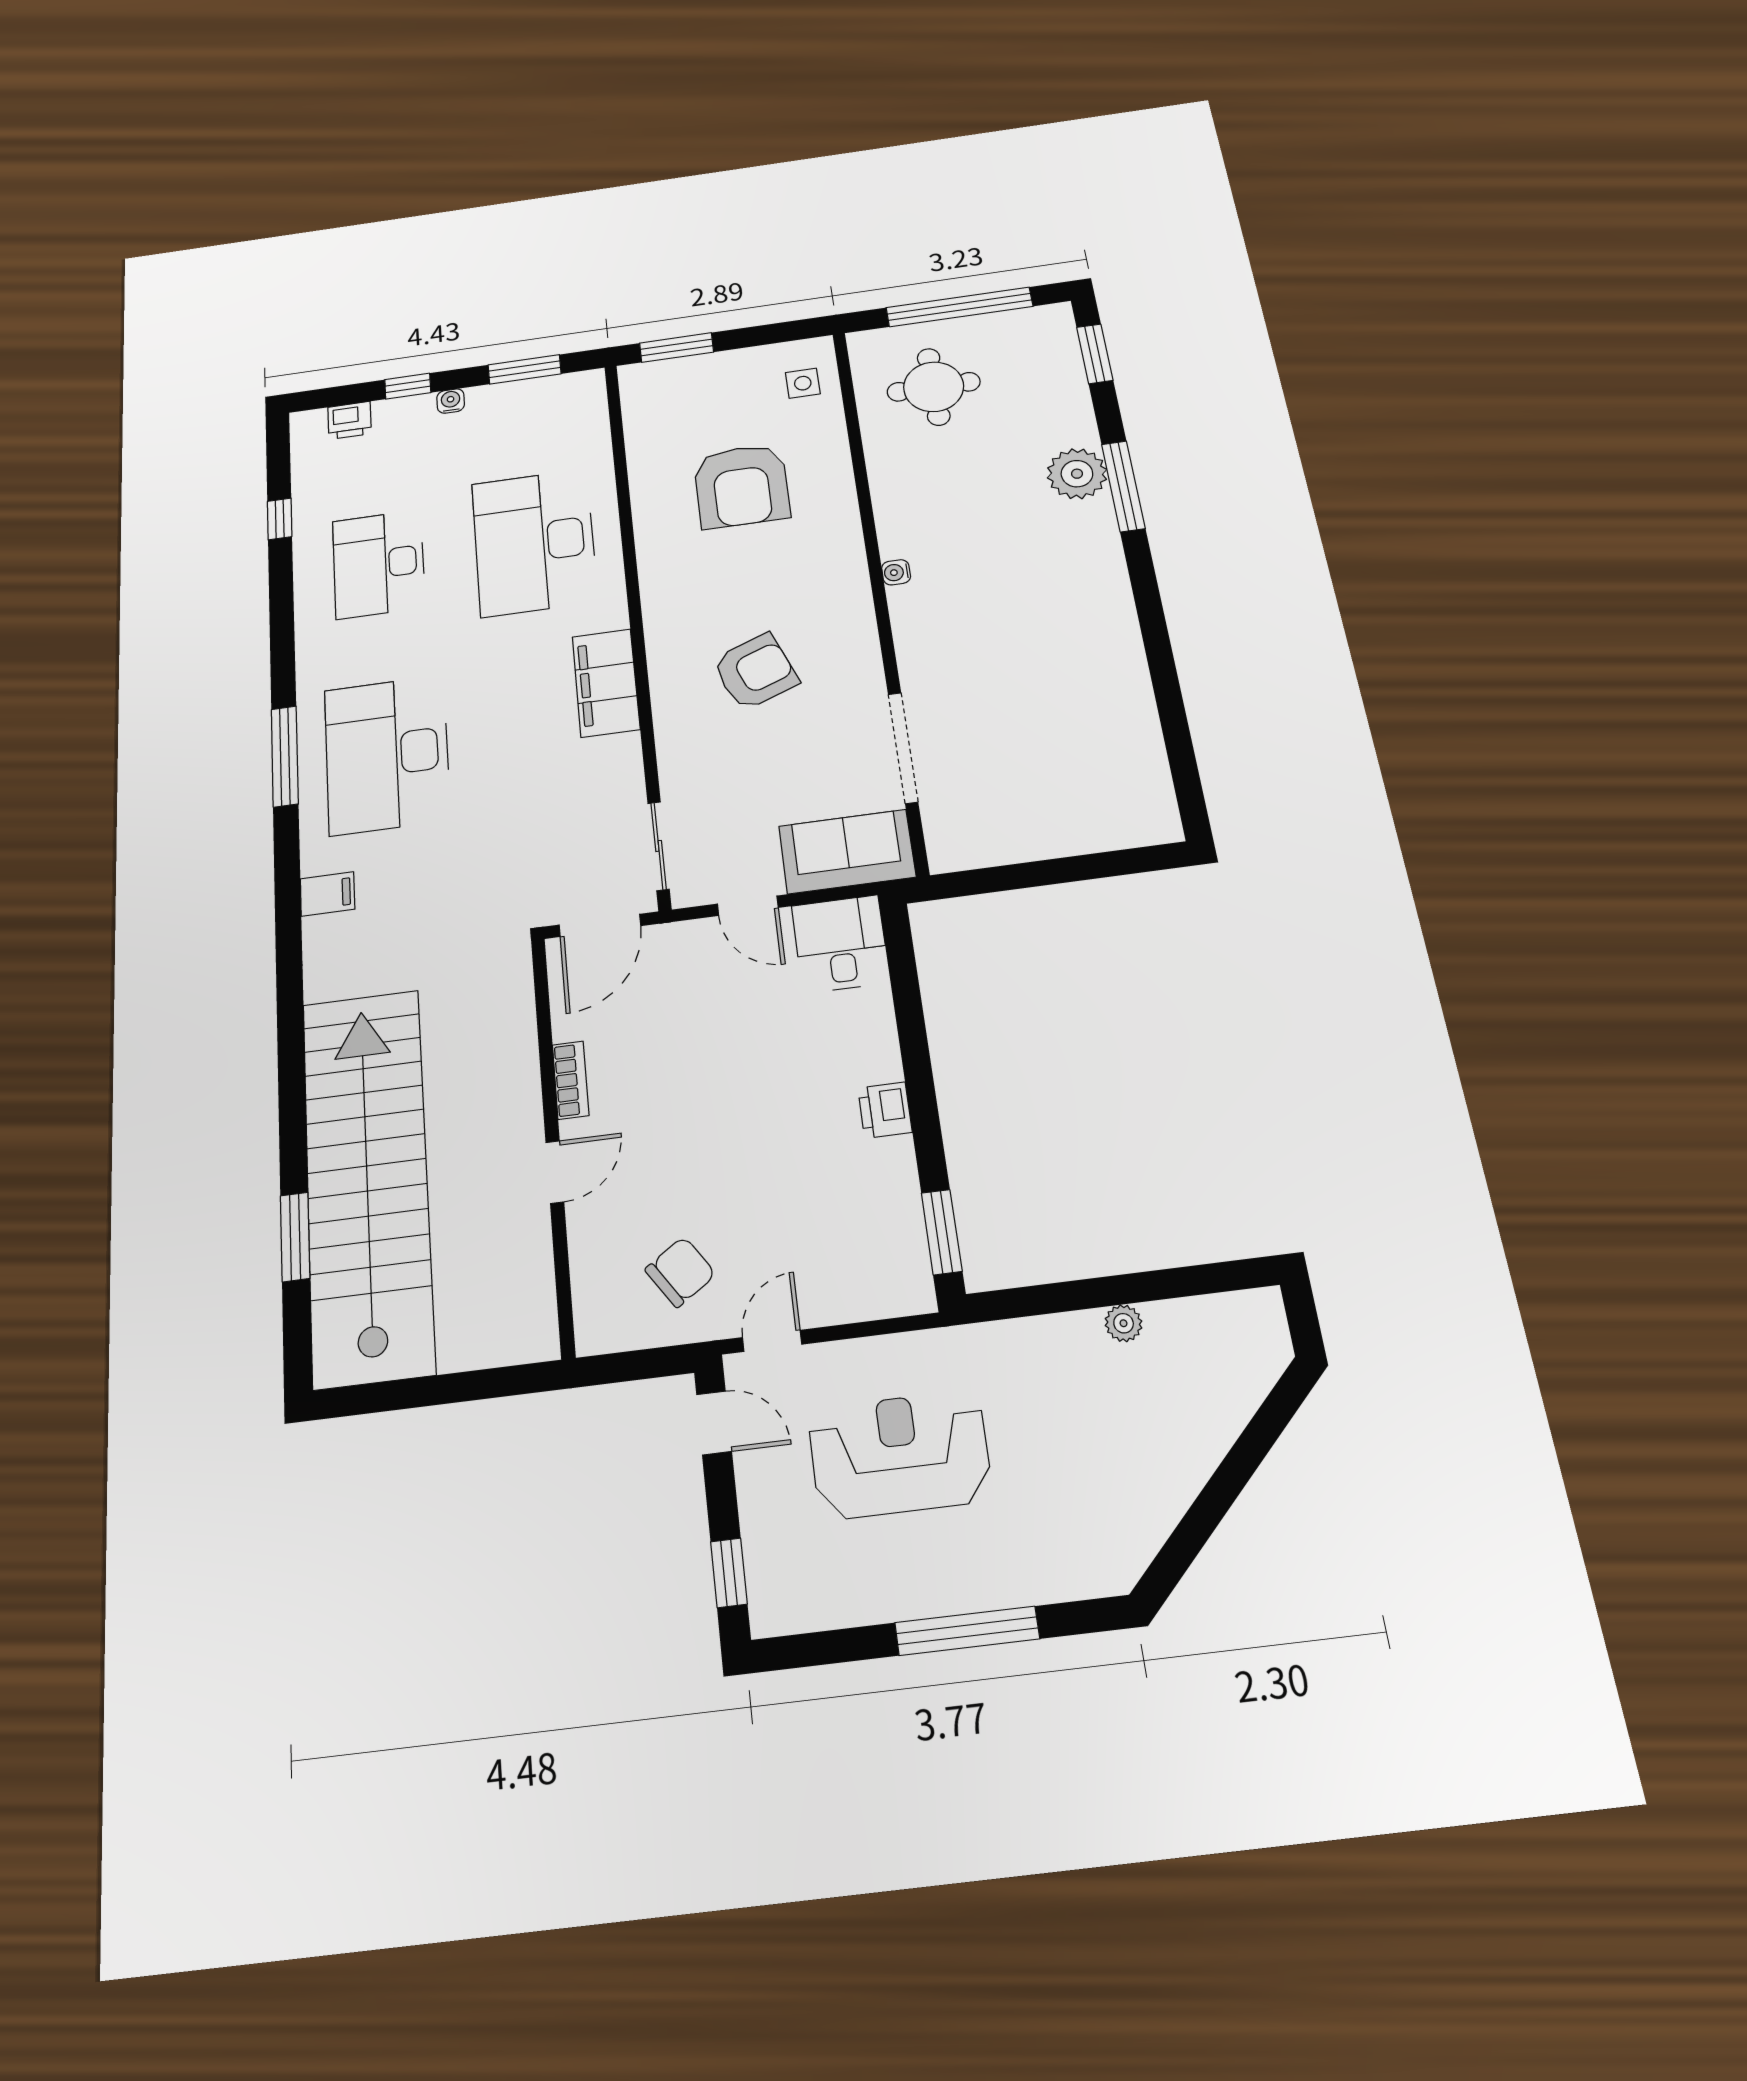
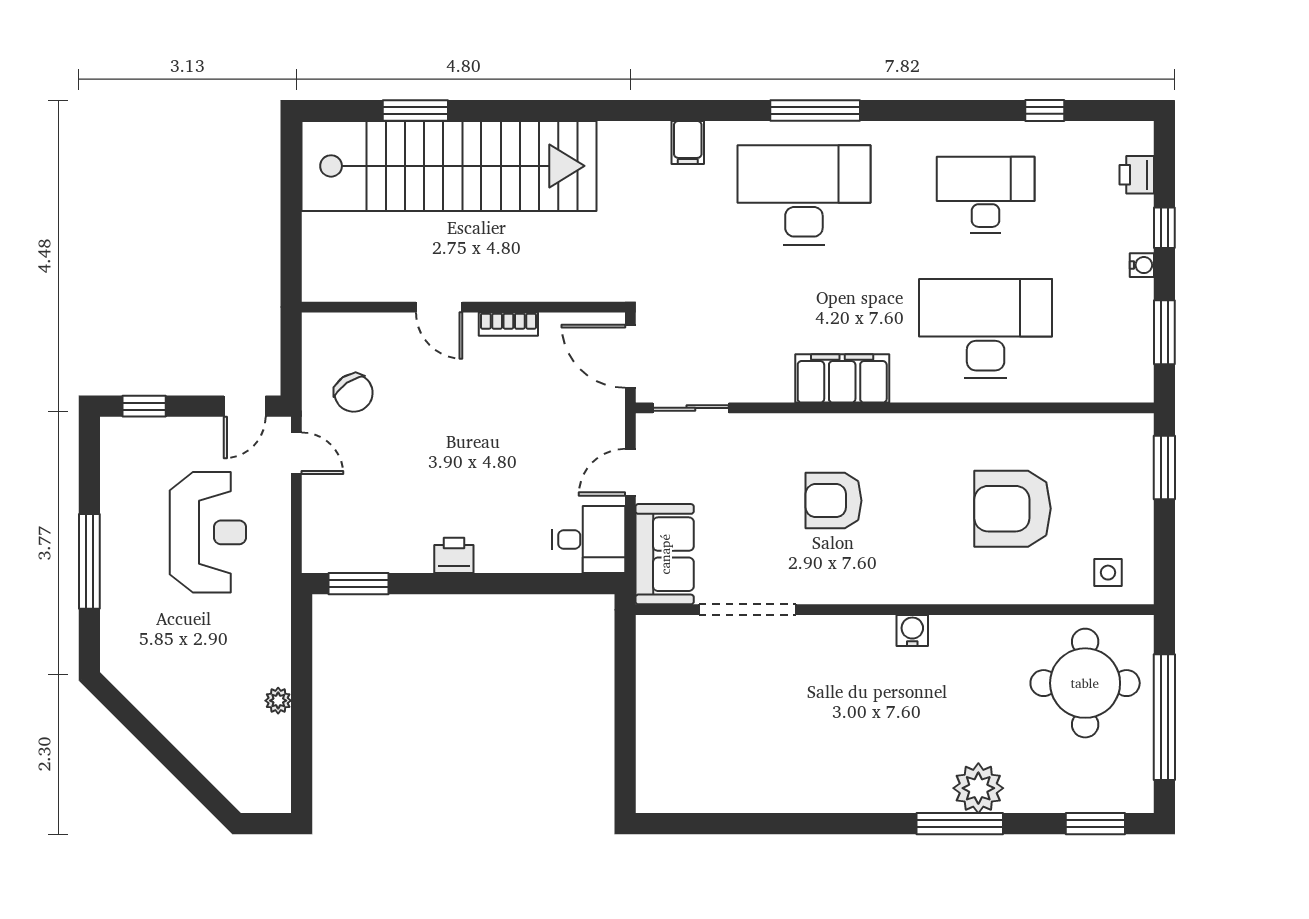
round table: (934, 387) -> (1085, 683), width x1.36, depth x1.36
water cooler: (896, 572) -> (912, 631), width x1.38, depth x1.38
armchair: (755, 672) -> (834, 501), turned 111

